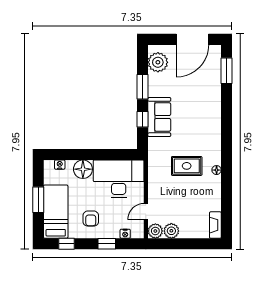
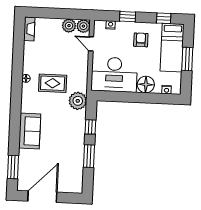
plant: (158, 62) -> (78, 101), moved
sofa: (159, 117) -> (30, 131), moved, turned 180
door: (146, 212) -> (91, 44), swing flipped

